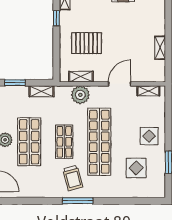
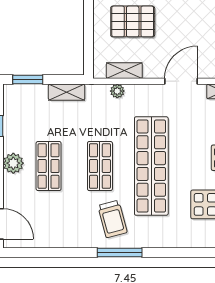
plant: (80, 95) -> (117, 91), width x0.53, depth x0.53
shop shelf: (29, 142) -> (49, 166), width x0.70, depth x0.74

